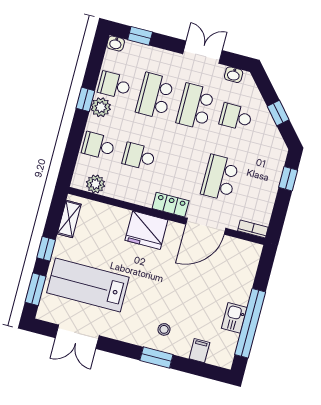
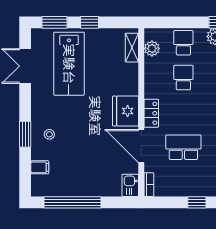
shelving: (69, 219) -> (132, 48), moved, turned 90
fridge: (146, 230) -> (126, 111), moved
lab bench: (88, 285) -> (69, 64), turned 180
kitchen sink: (234, 318) -> (130, 185), moved, turned -90

